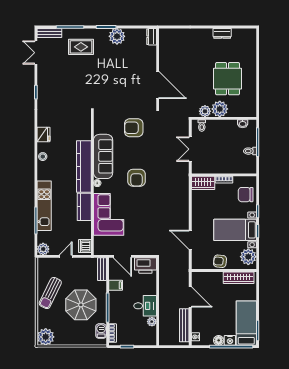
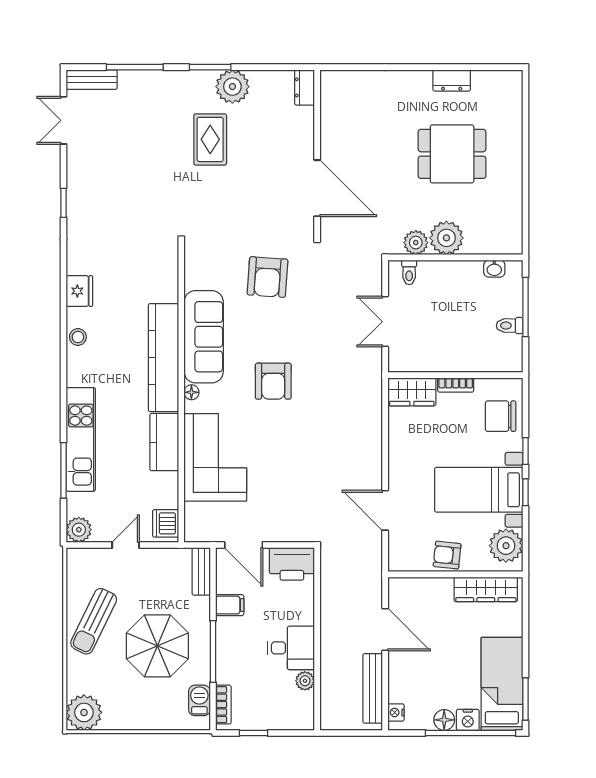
rug: (81, 47) -> (210, 139), moved, turned 90
dining table: (228, 79) -> (452, 154), moved, turned 90
armchair: (134, 128) -> (267, 277), turned -86

